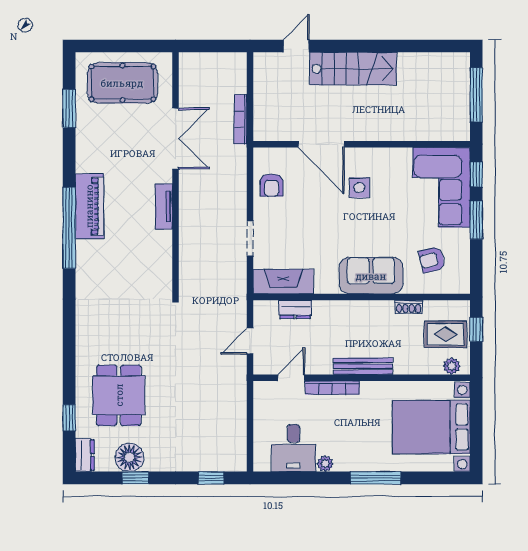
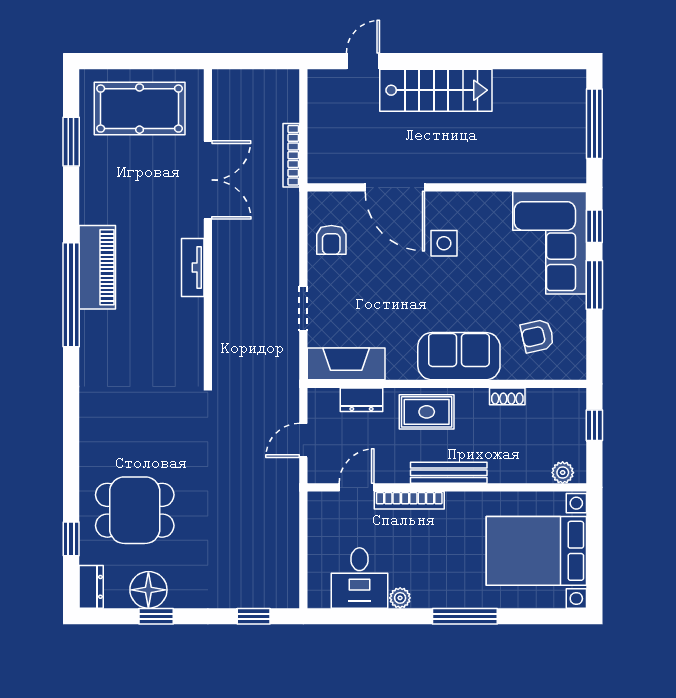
rug: (445, 334) -> (427, 412), moved
dining table: (119, 395) -> (135, 510), turned 90

